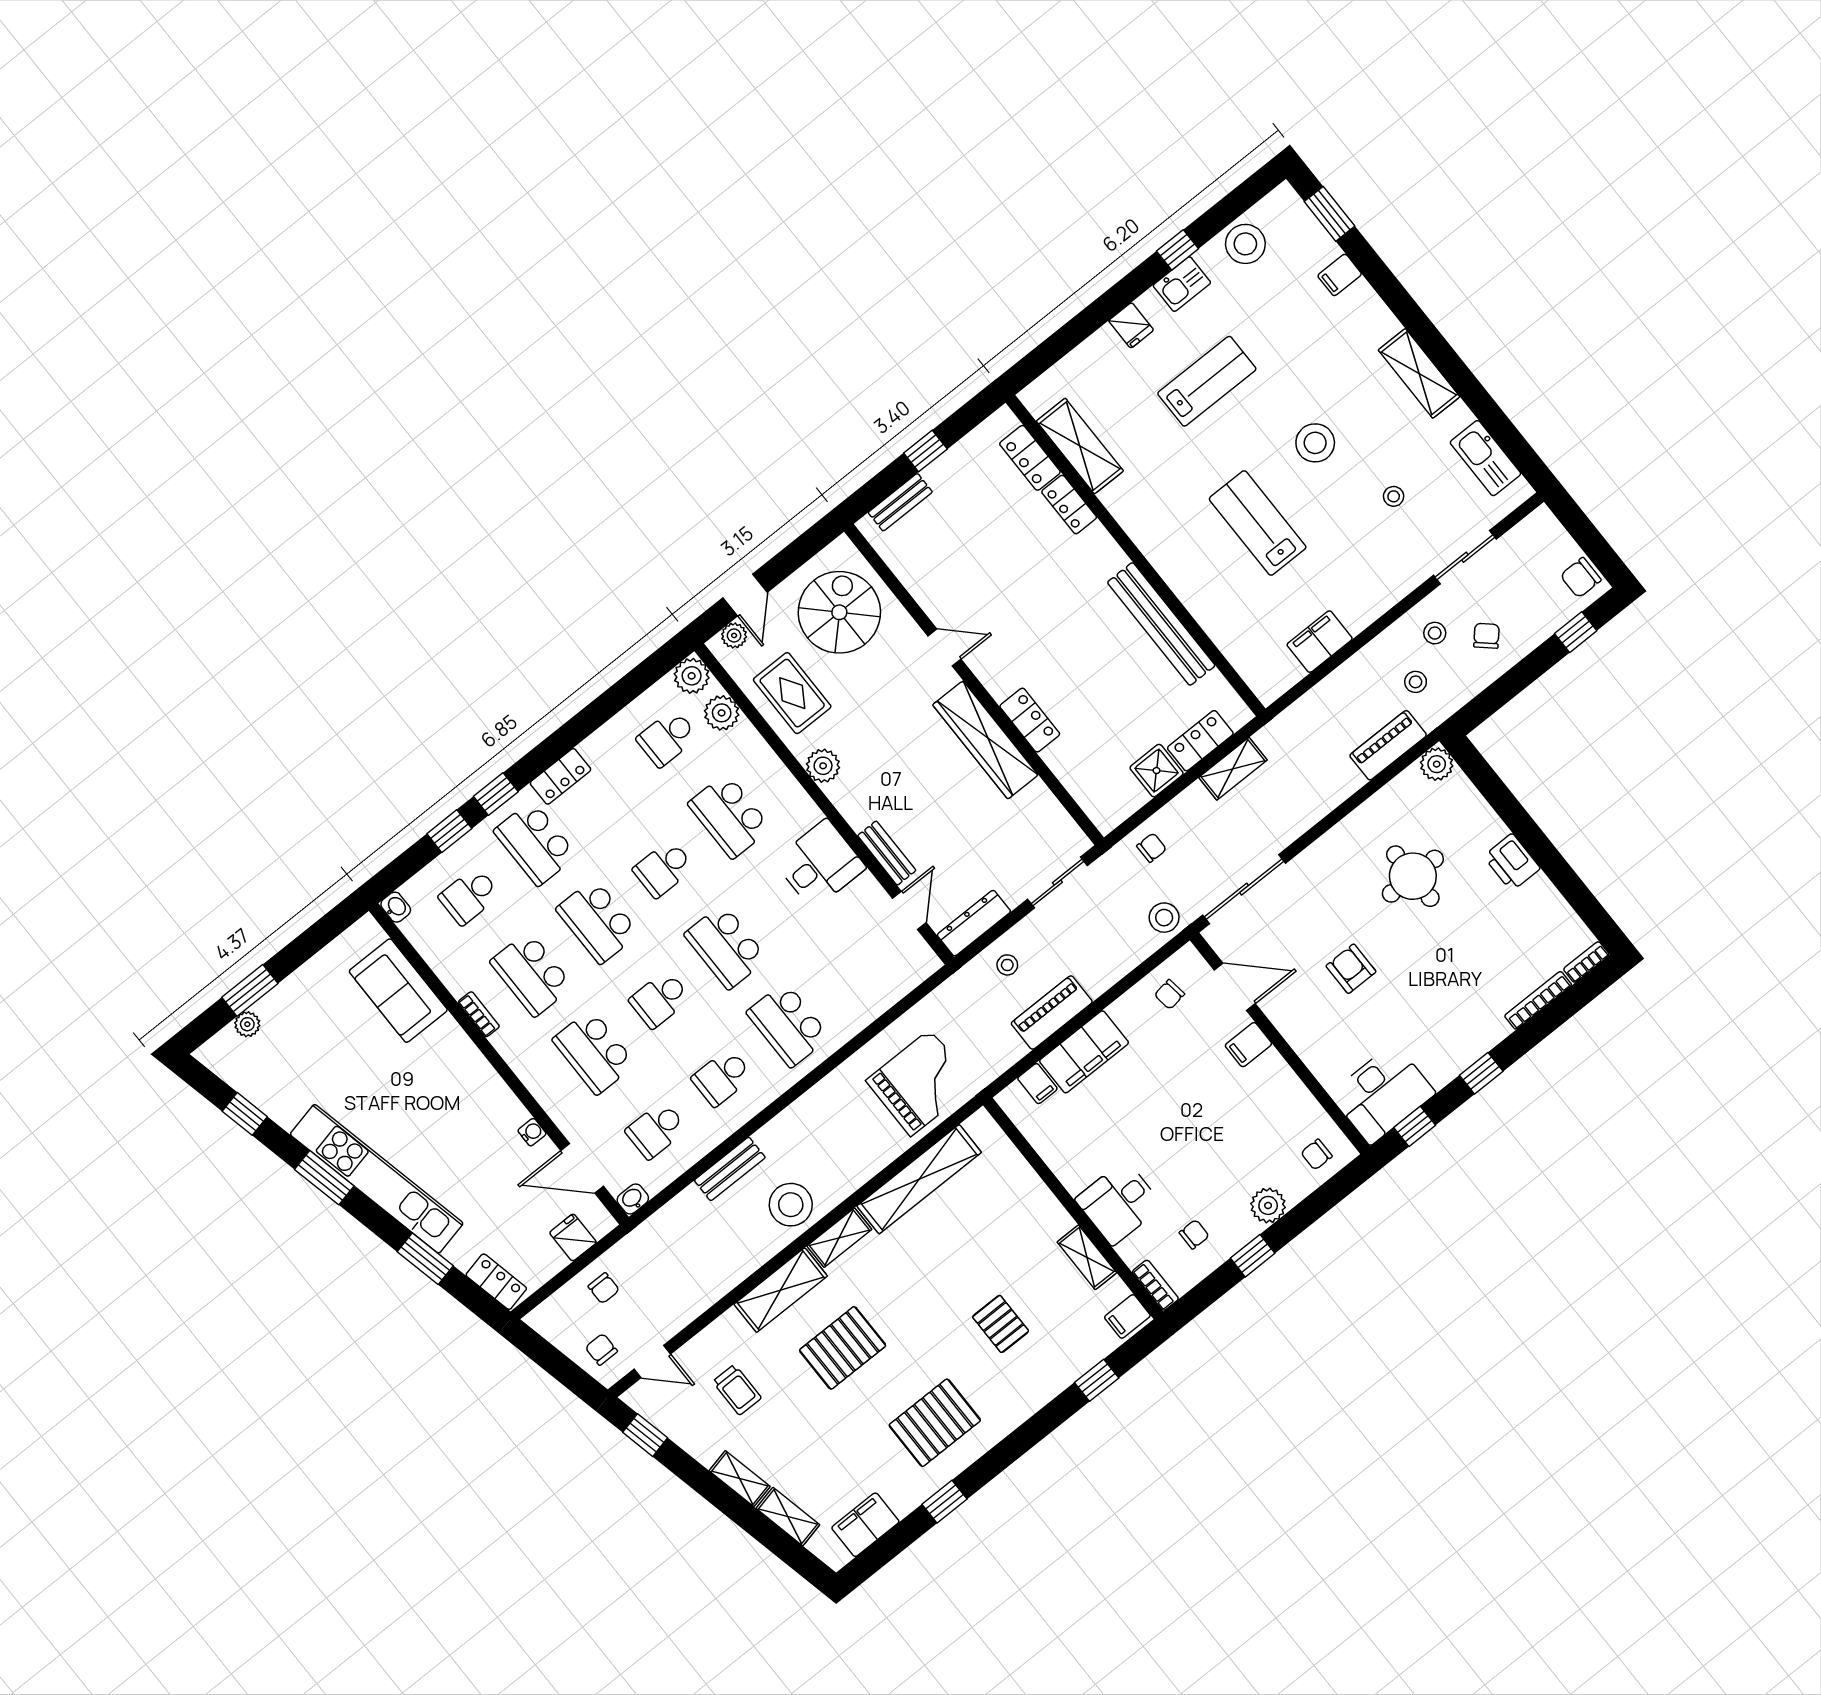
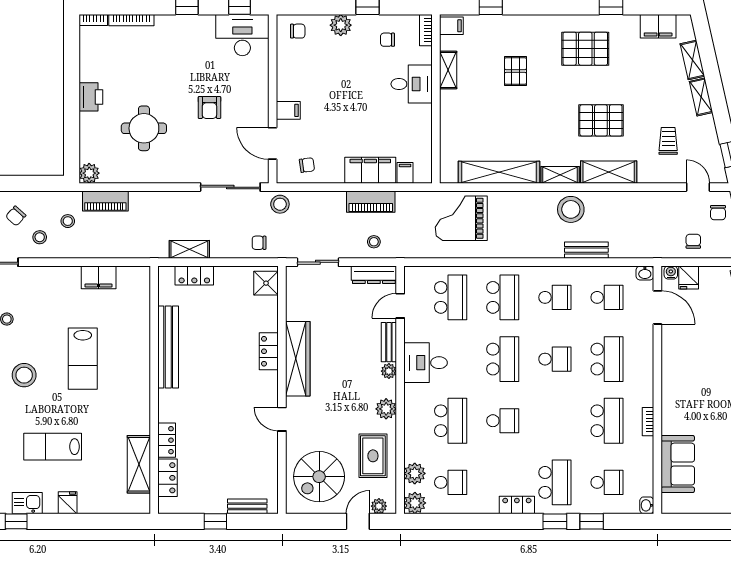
shower: (1157, 771) -> (266, 283), moved
plant: (858, 816) -> (389, 371), added
school desk: (597, 921) -> (451, 297), moved
water cooler: (532, 1132) -> (671, 273), moved, turned 90

